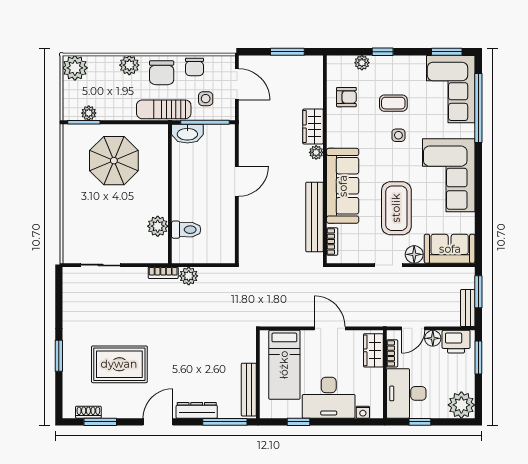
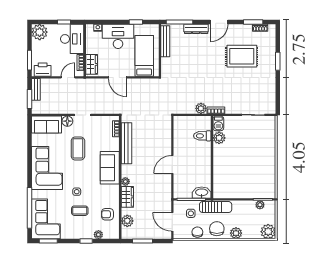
plant: (313, 86) -> (127, 221), added
parasol: (114, 161) -> (245, 177), removed
sofa: (343, 186) -> (110, 168), width x0.73
coffee table: (396, 208) -> (78, 148), width x0.73, depth x0.76
barbecue: (159, 251) -> (218, 123), added
floor lamp: (433, 338) -> (56, 72), removed

